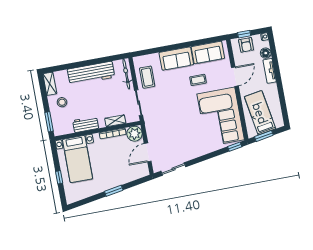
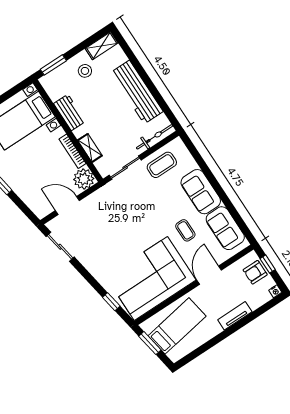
floor lamp: (266, 53) -> (255, 301), removed
door: (235, 77) -> (209, 275), swing flipped
window: (235, 147) -> (111, 302), moved

